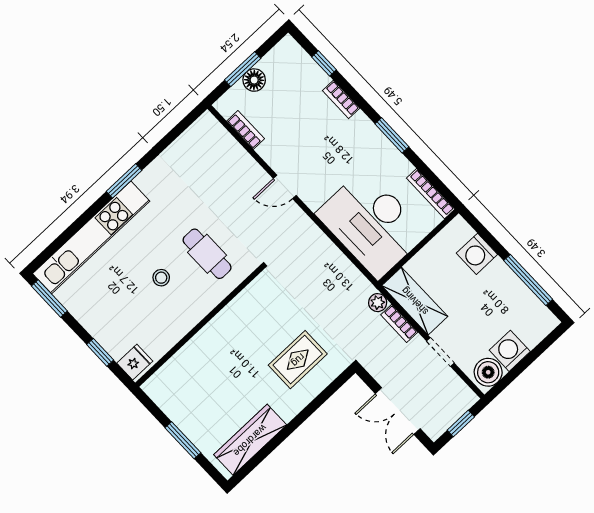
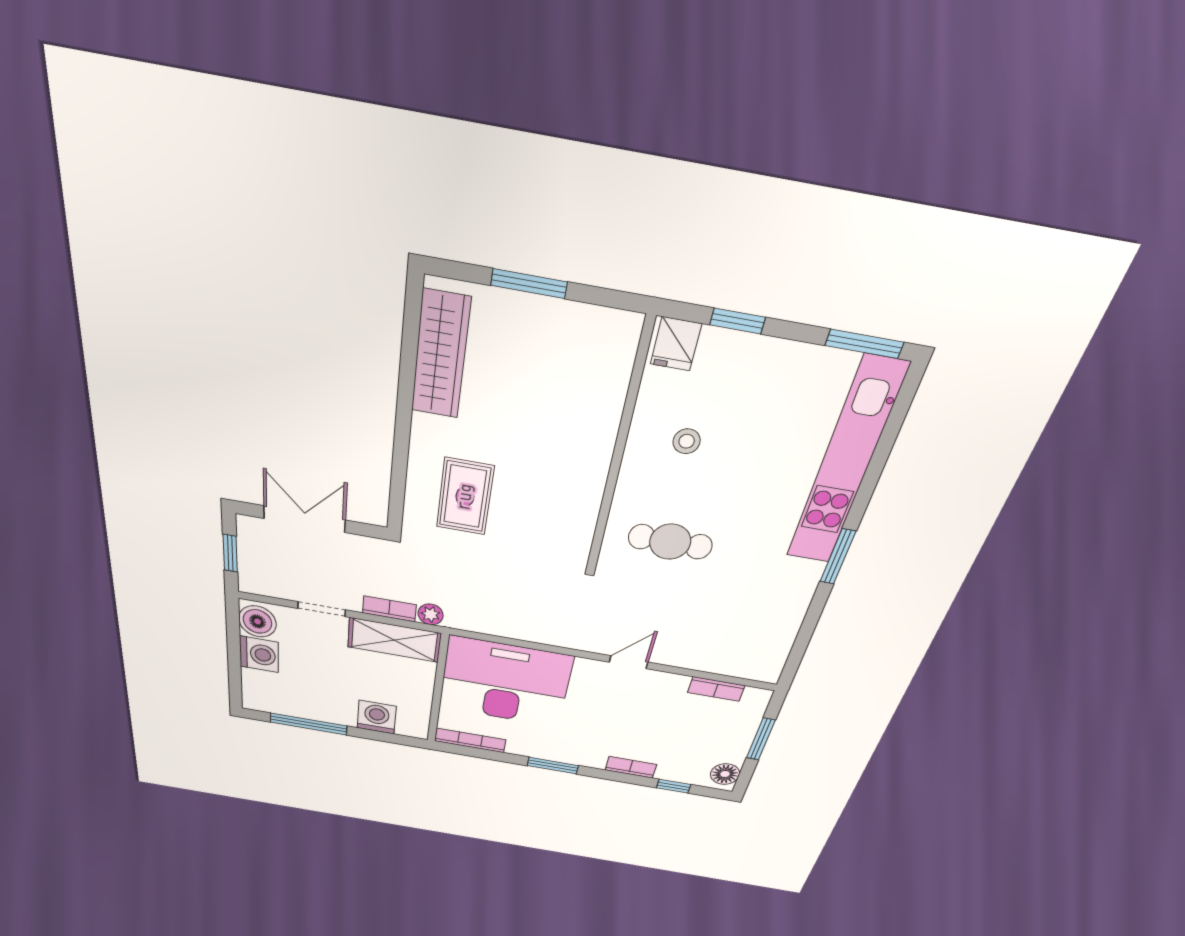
floor lamp: (254, 80) -> (725, 774), moved
stool: (161, 278) -> (687, 441), moved

